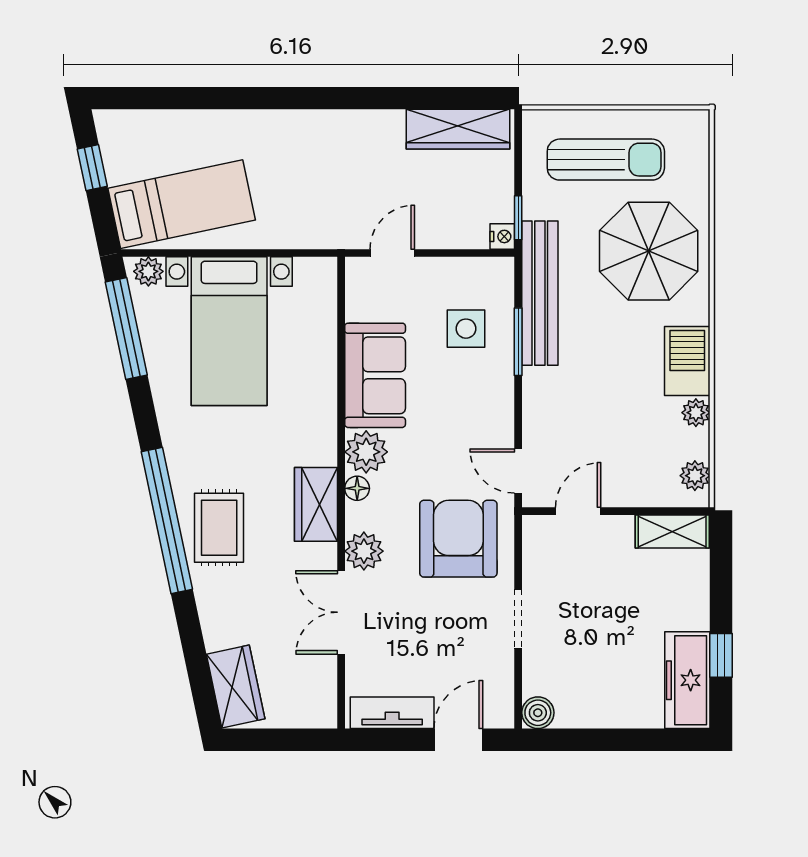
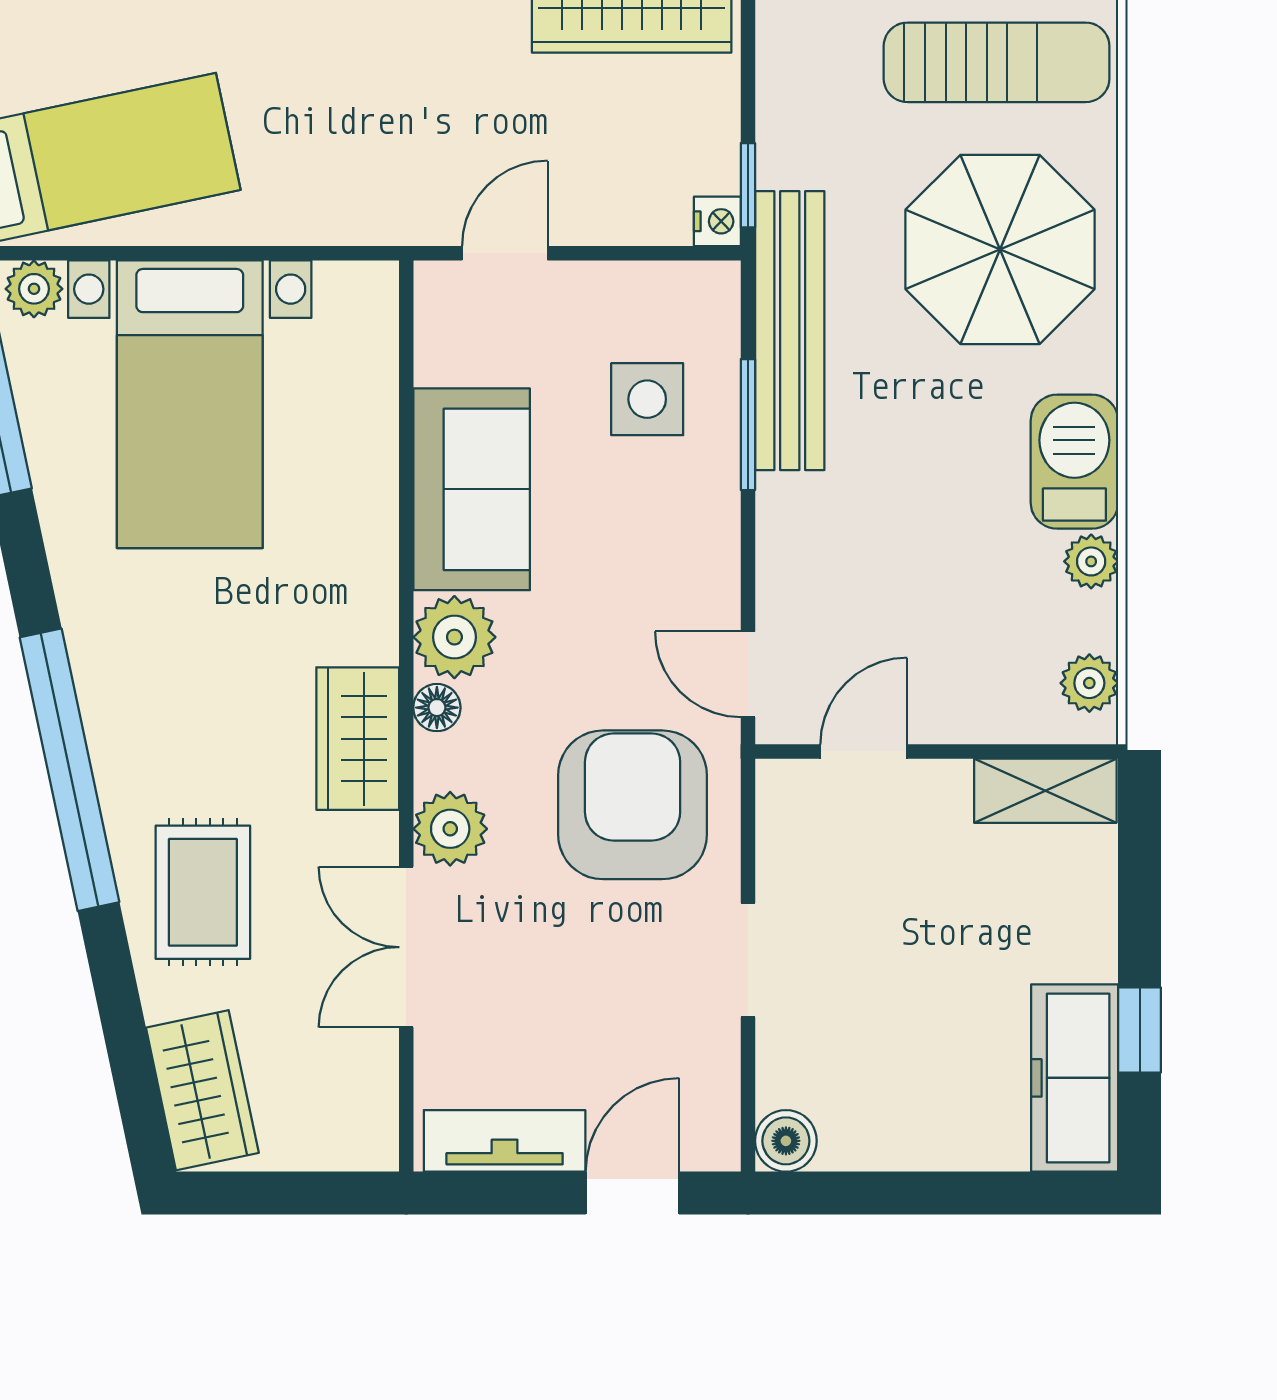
sun lounger: (606, 160) -> (997, 62), moved
rug: (219, 528) -> (203, 892), moved

